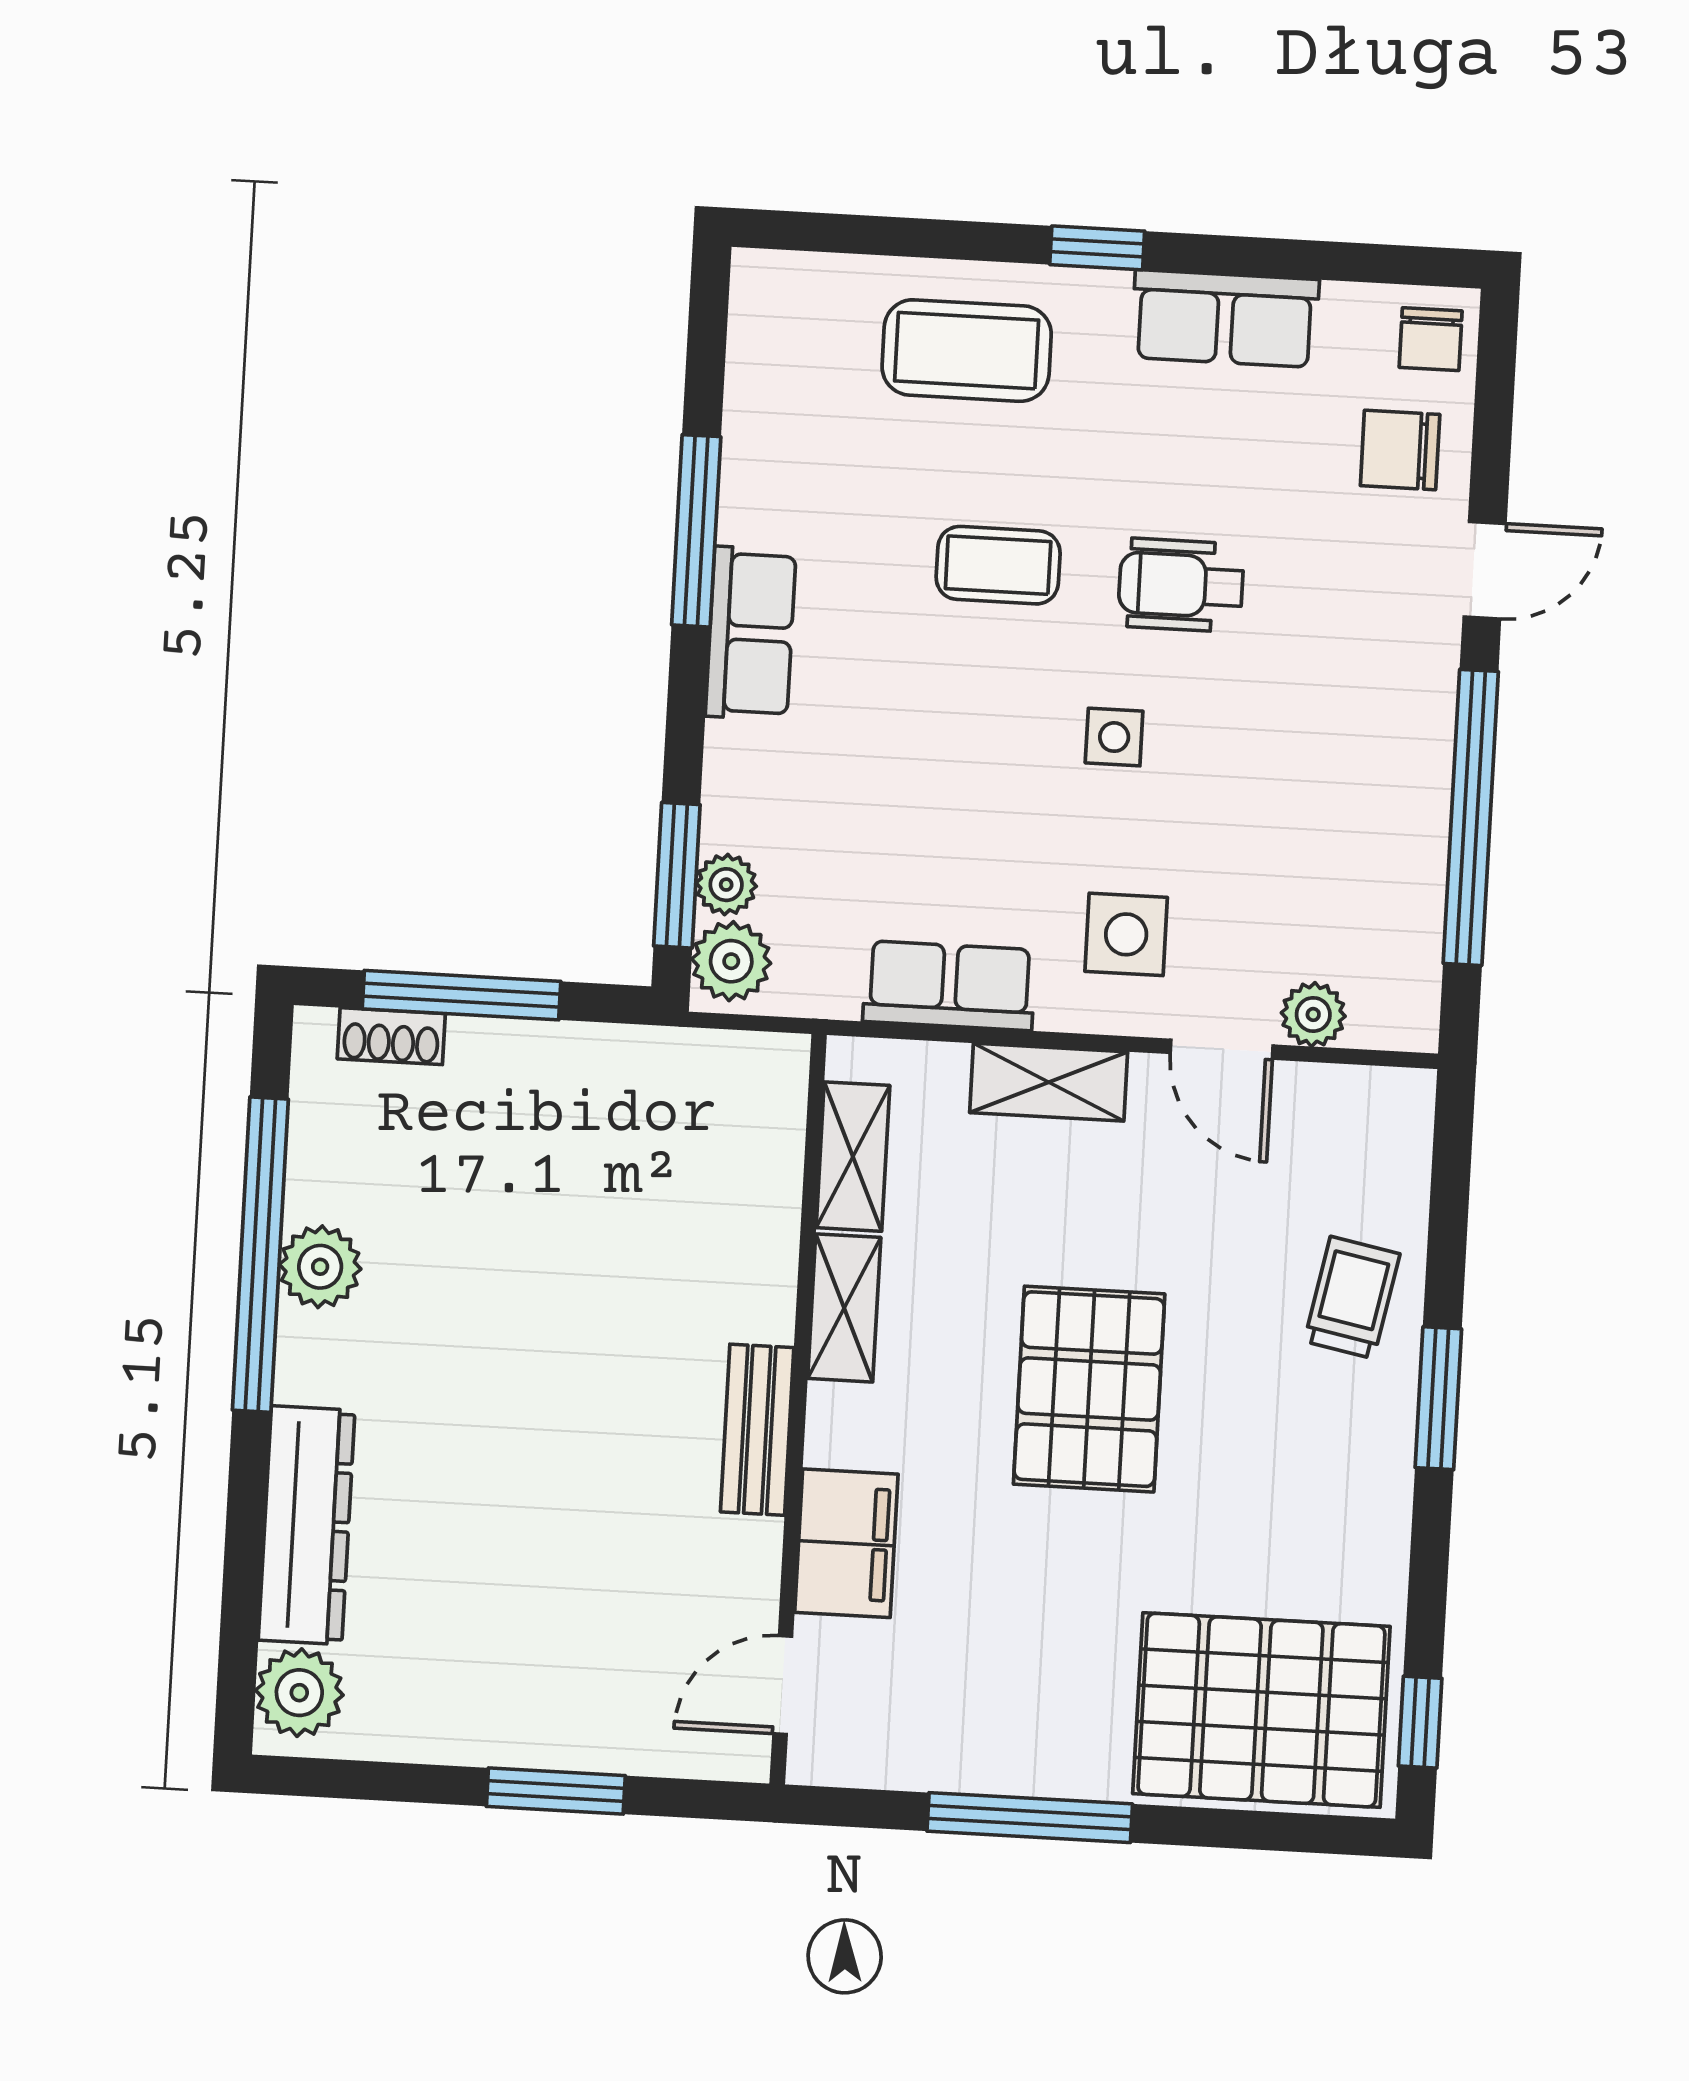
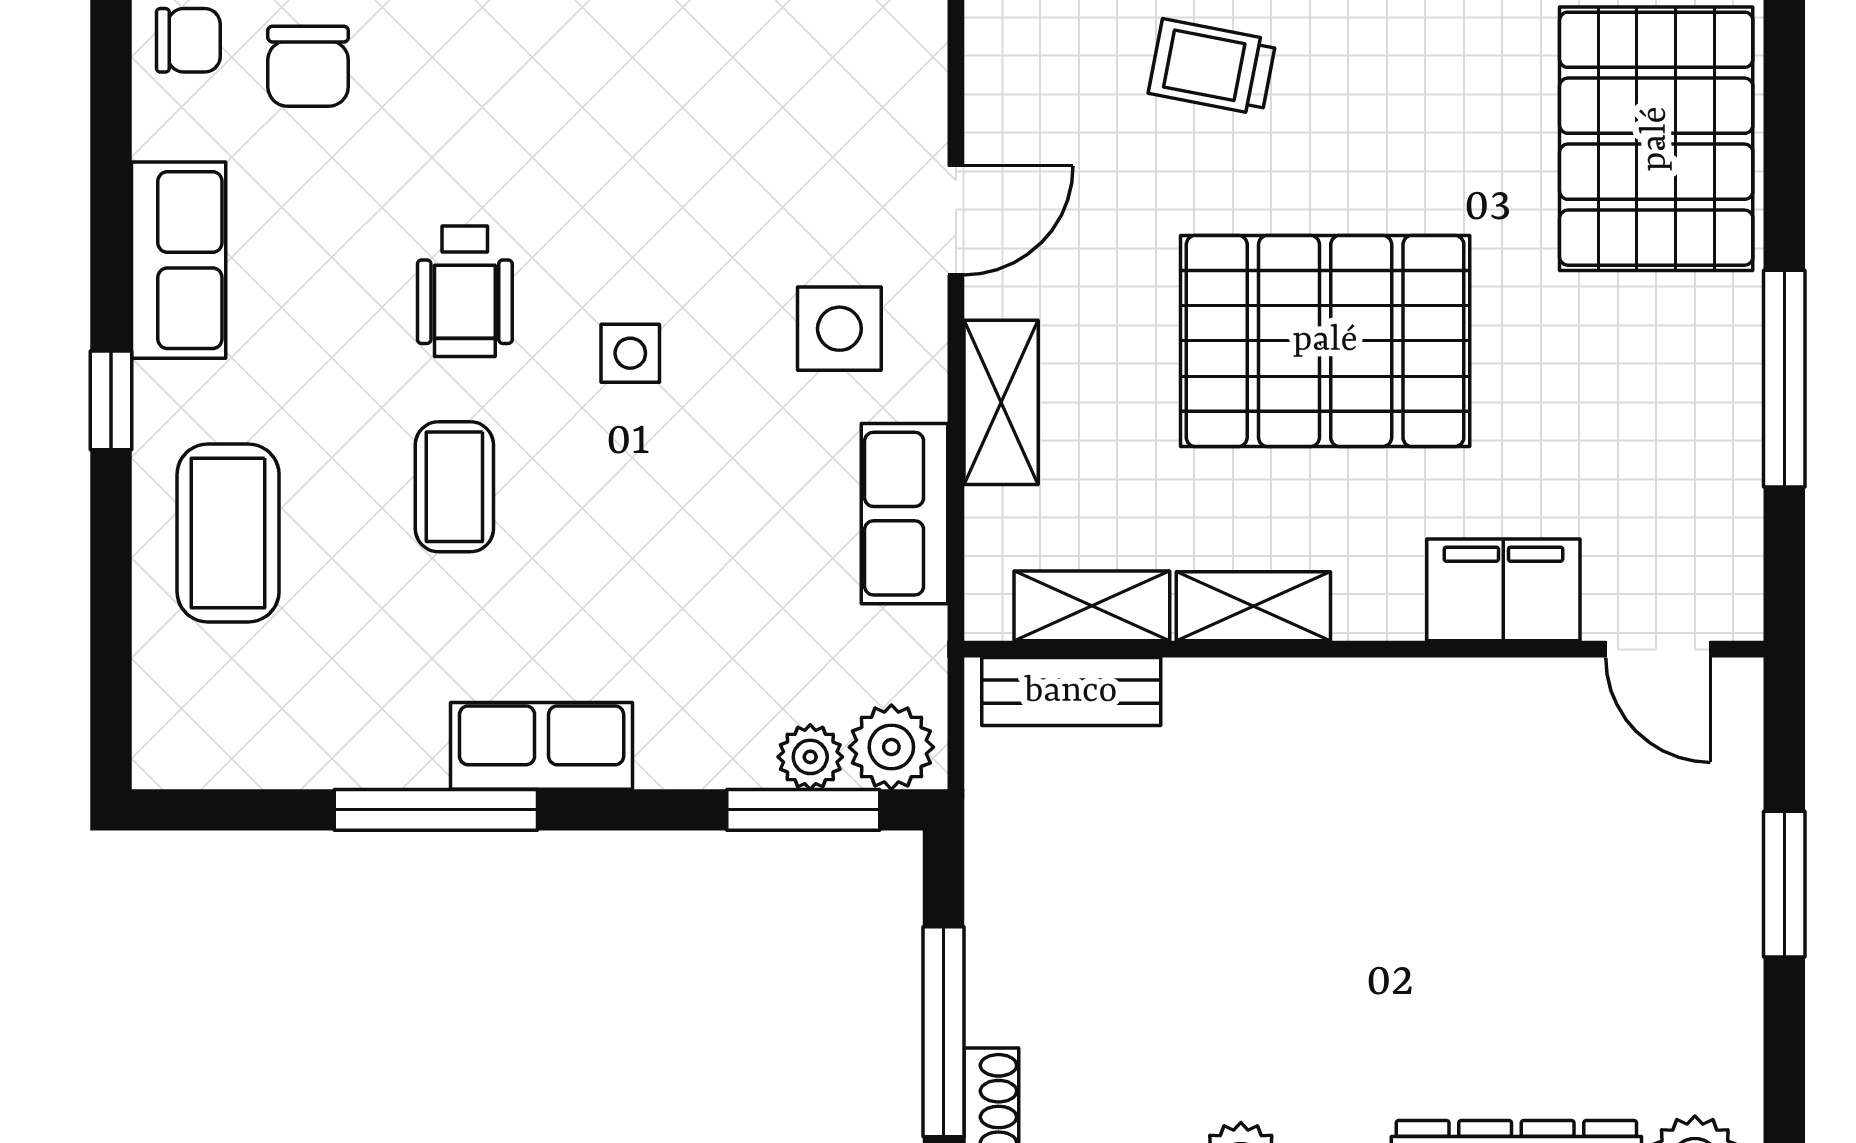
plant: (1313, 1014) -> (913, 125), removed
pallet: (1089, 1389) -> (1325, 341), width x1.37, depth x1.41
bench: (757, 1430) -> (1071, 692), moved

